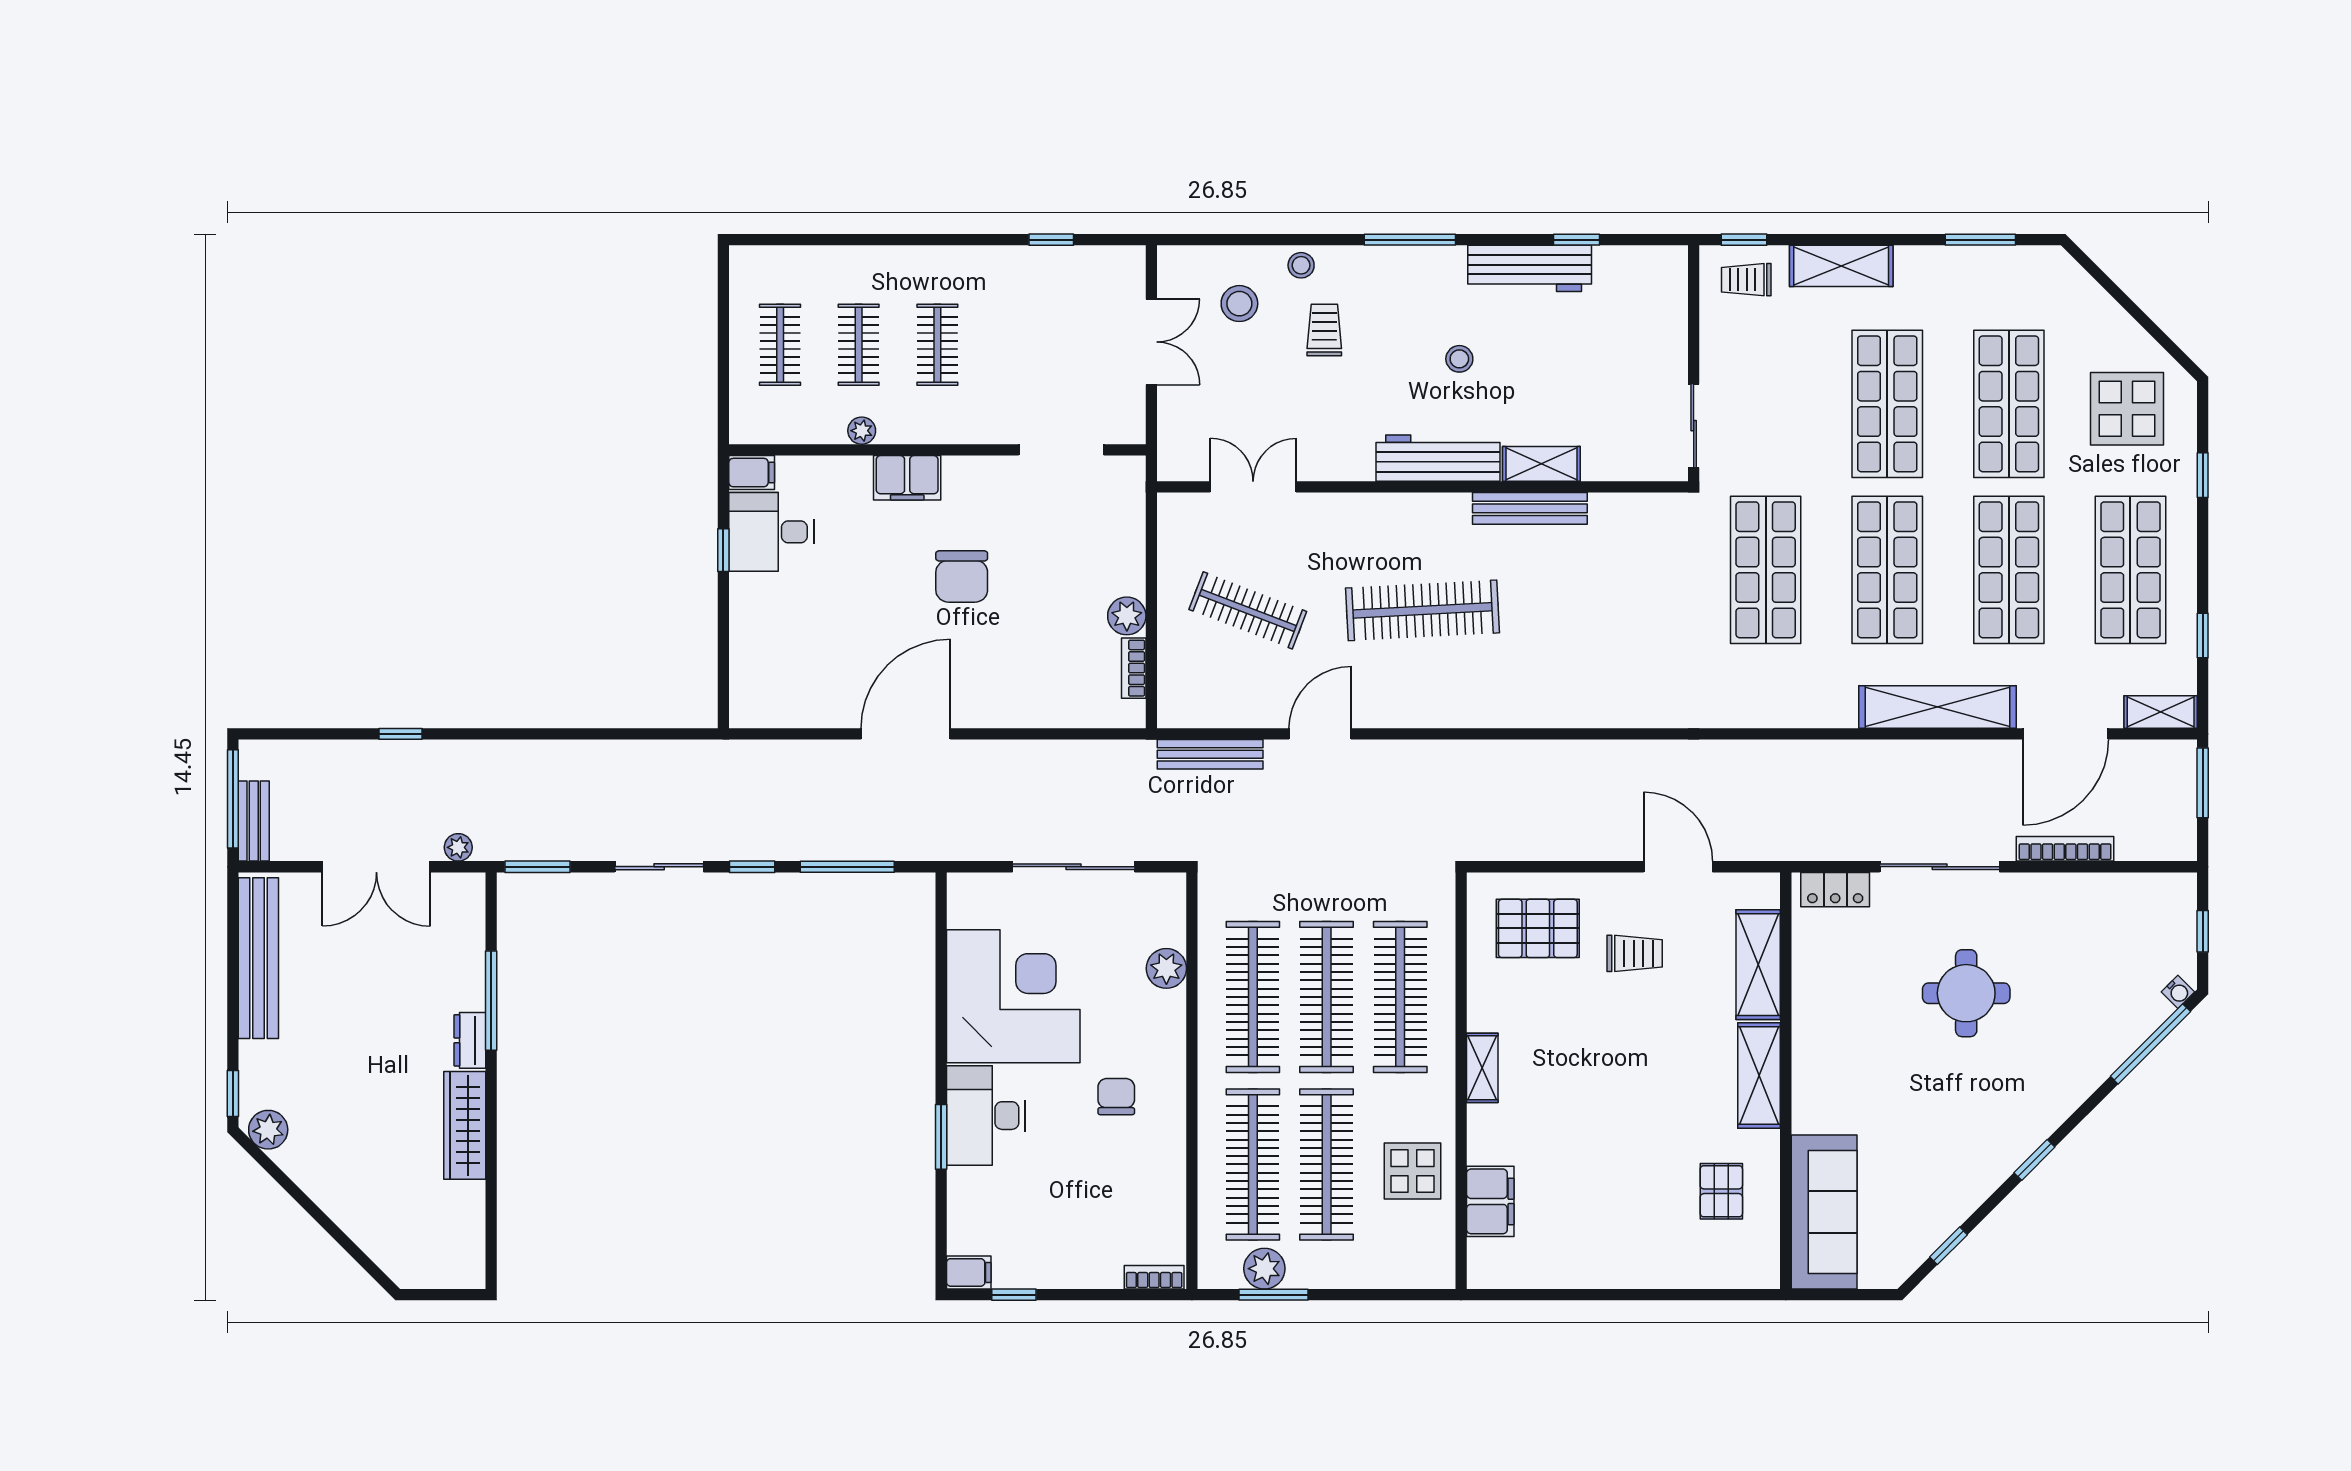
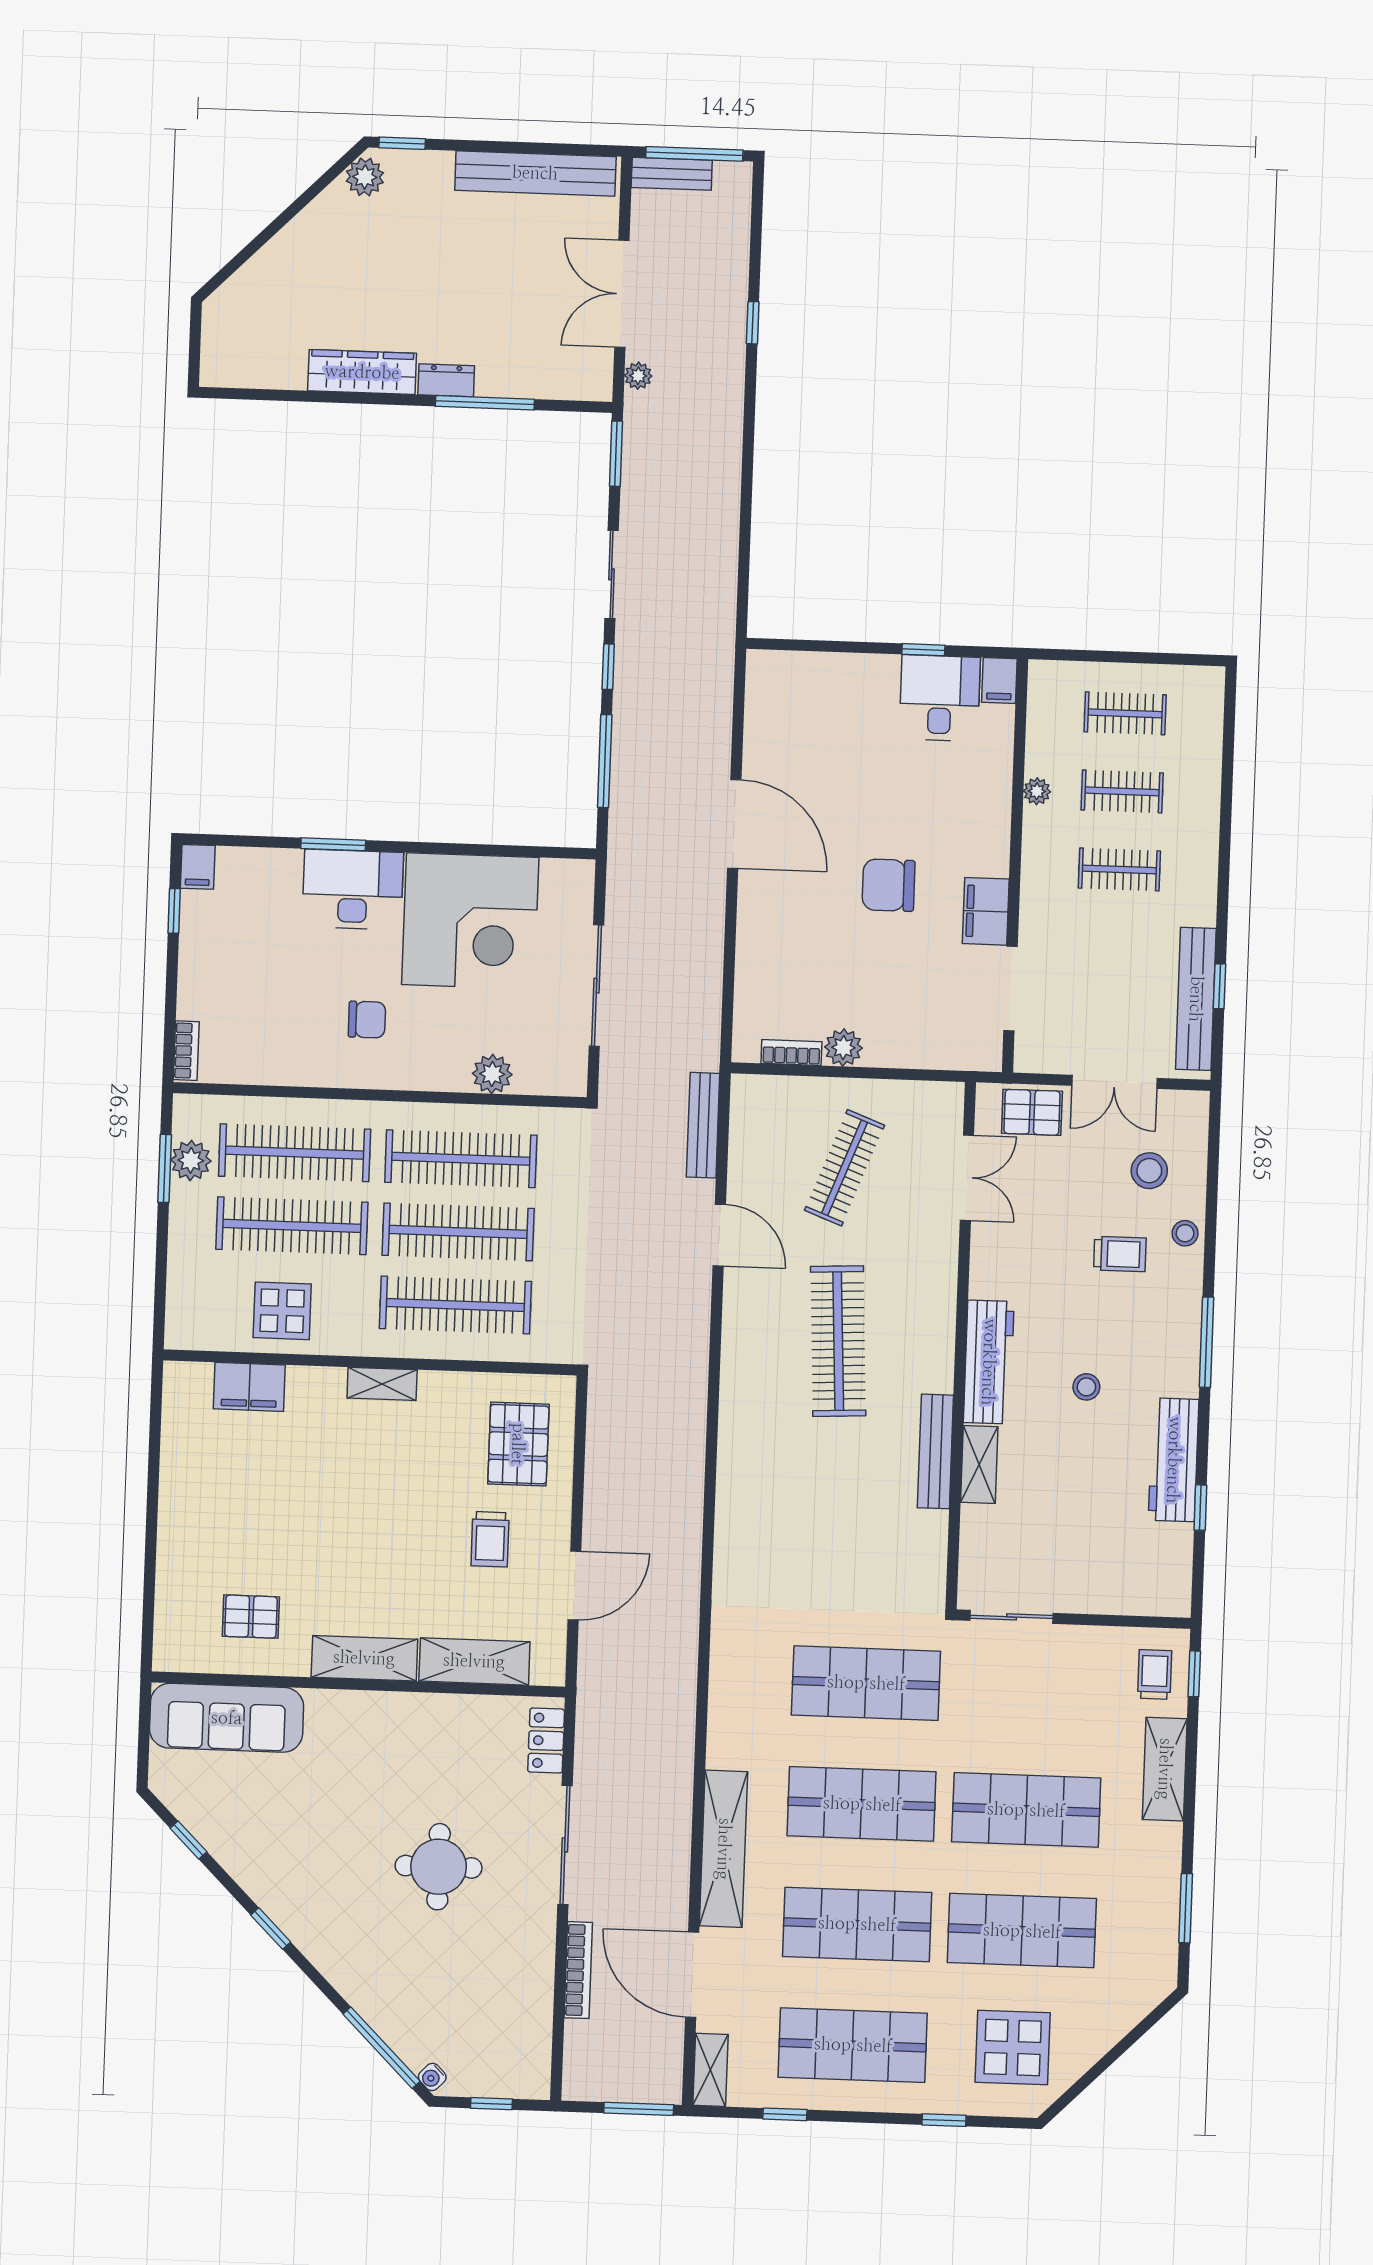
bench: (1065, 263) -> (1196, 999), added
pallet: (1185, 424) -> (1032, 1112), added
filing cabinet: (907, 478) -> (986, 911), moved

